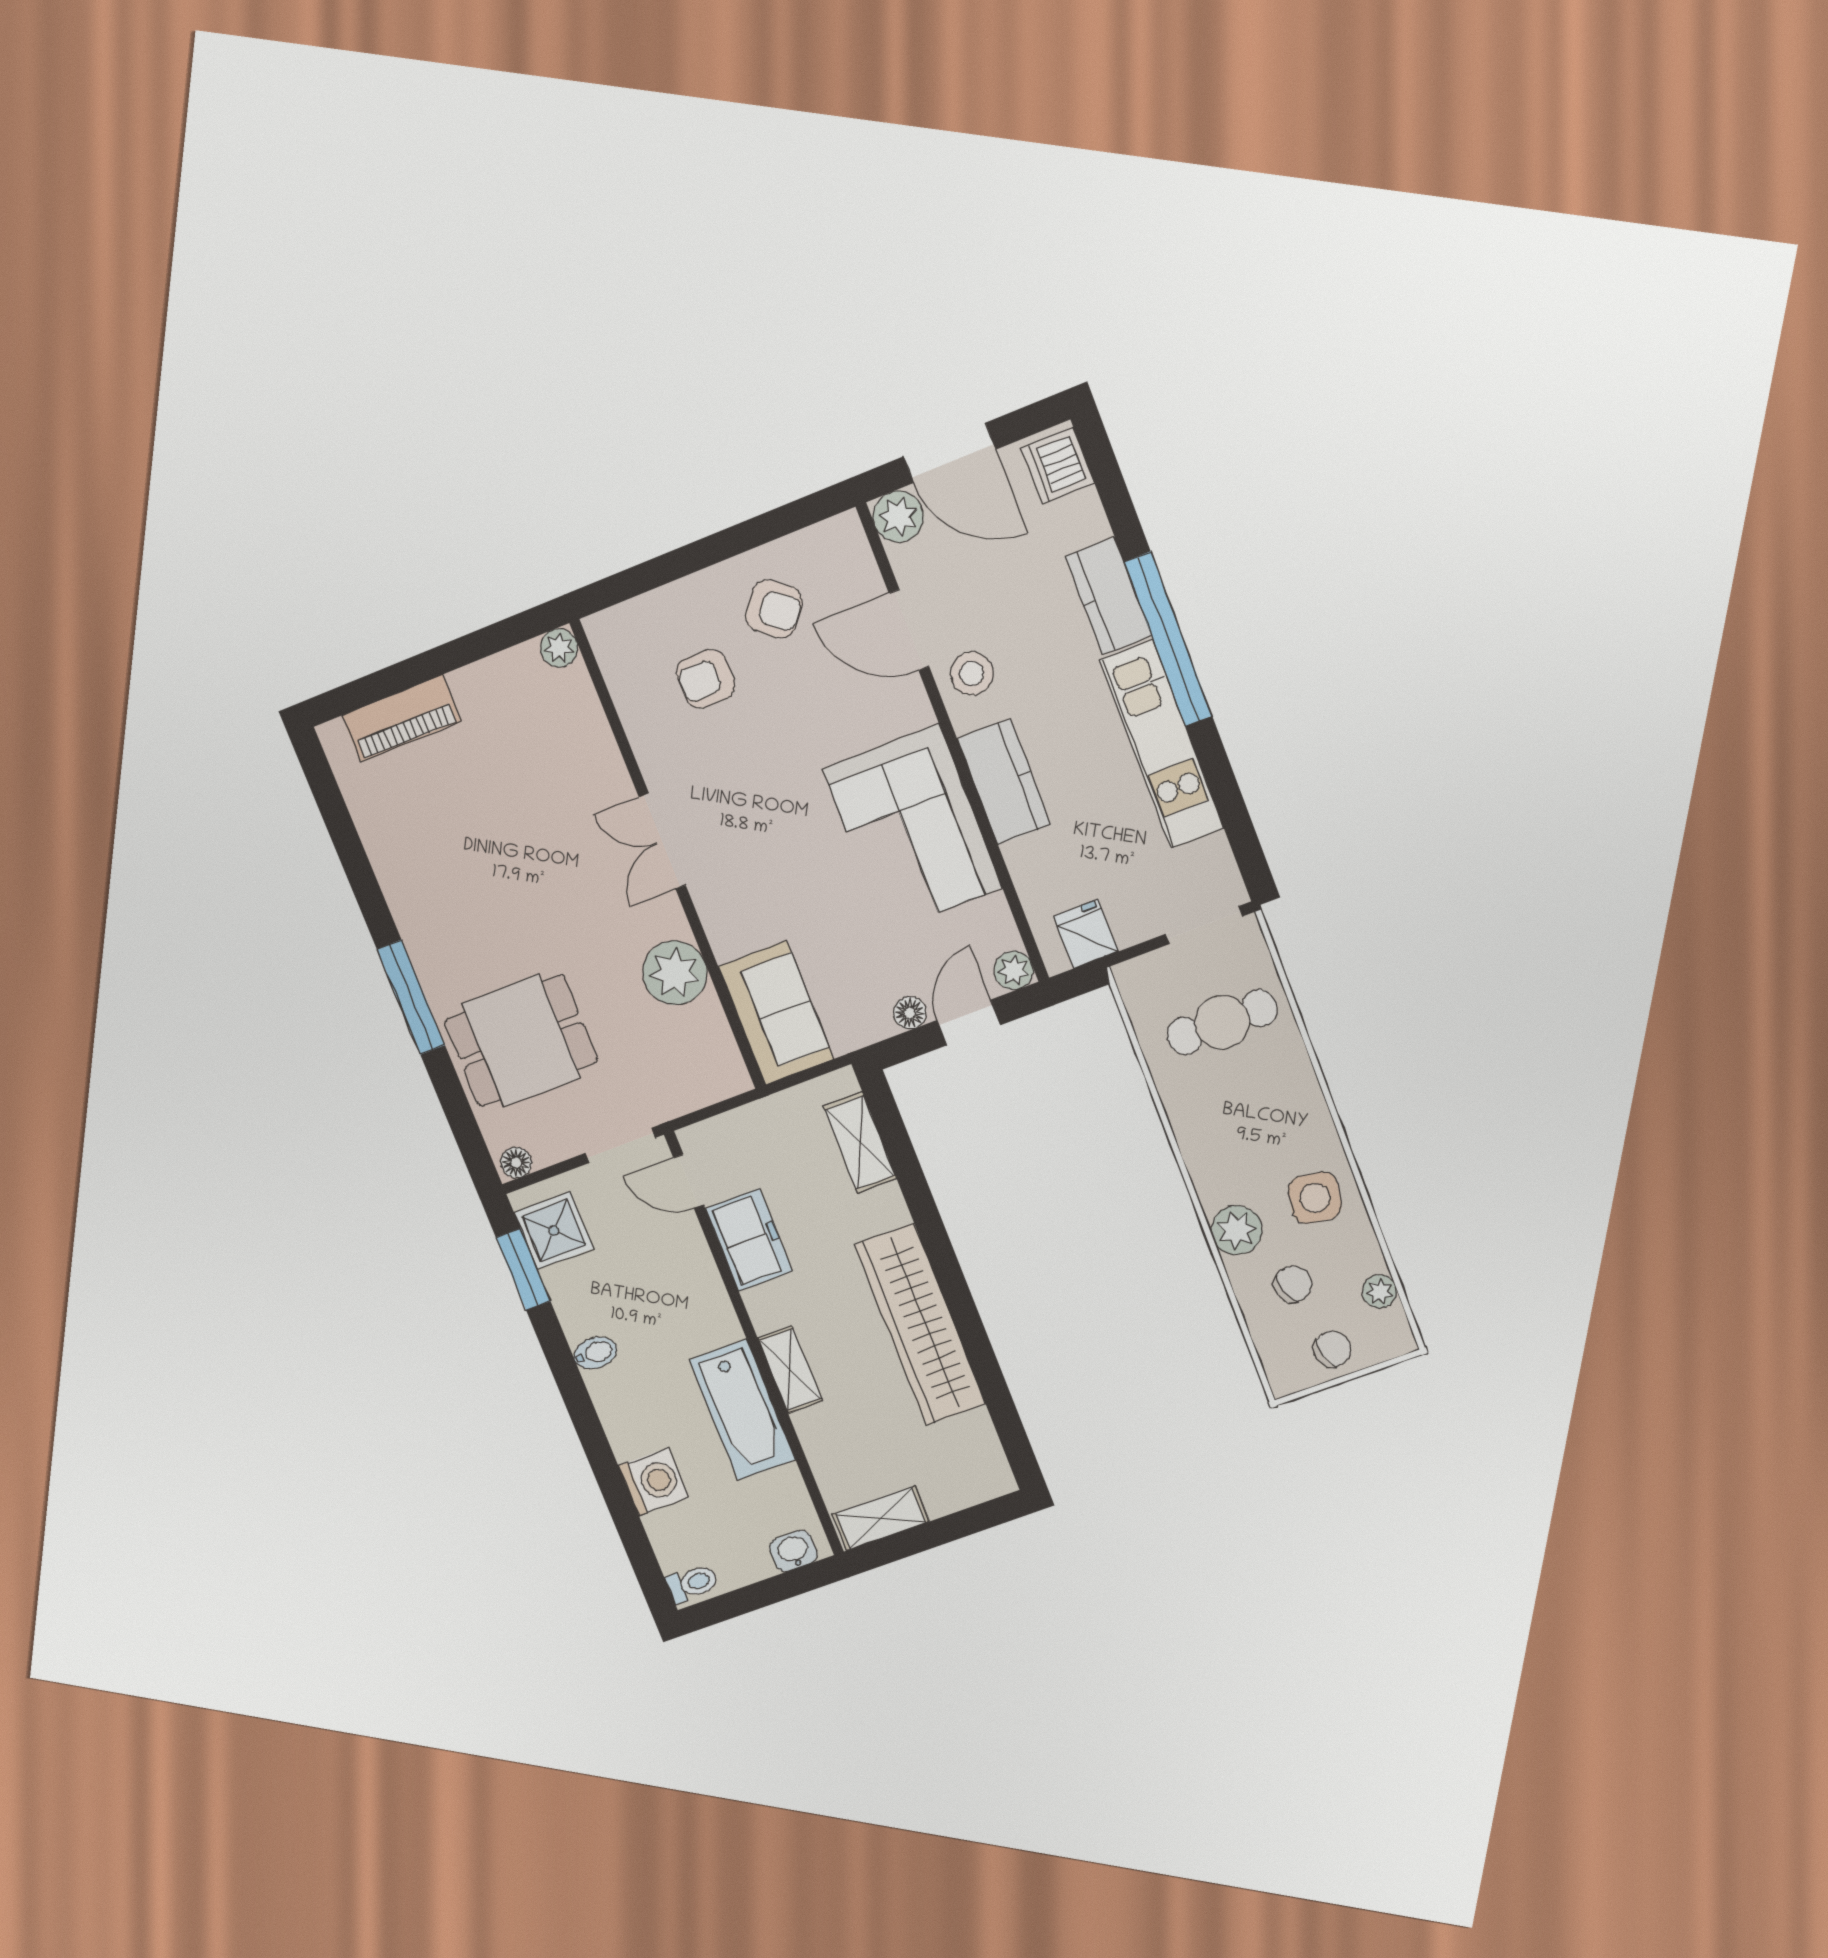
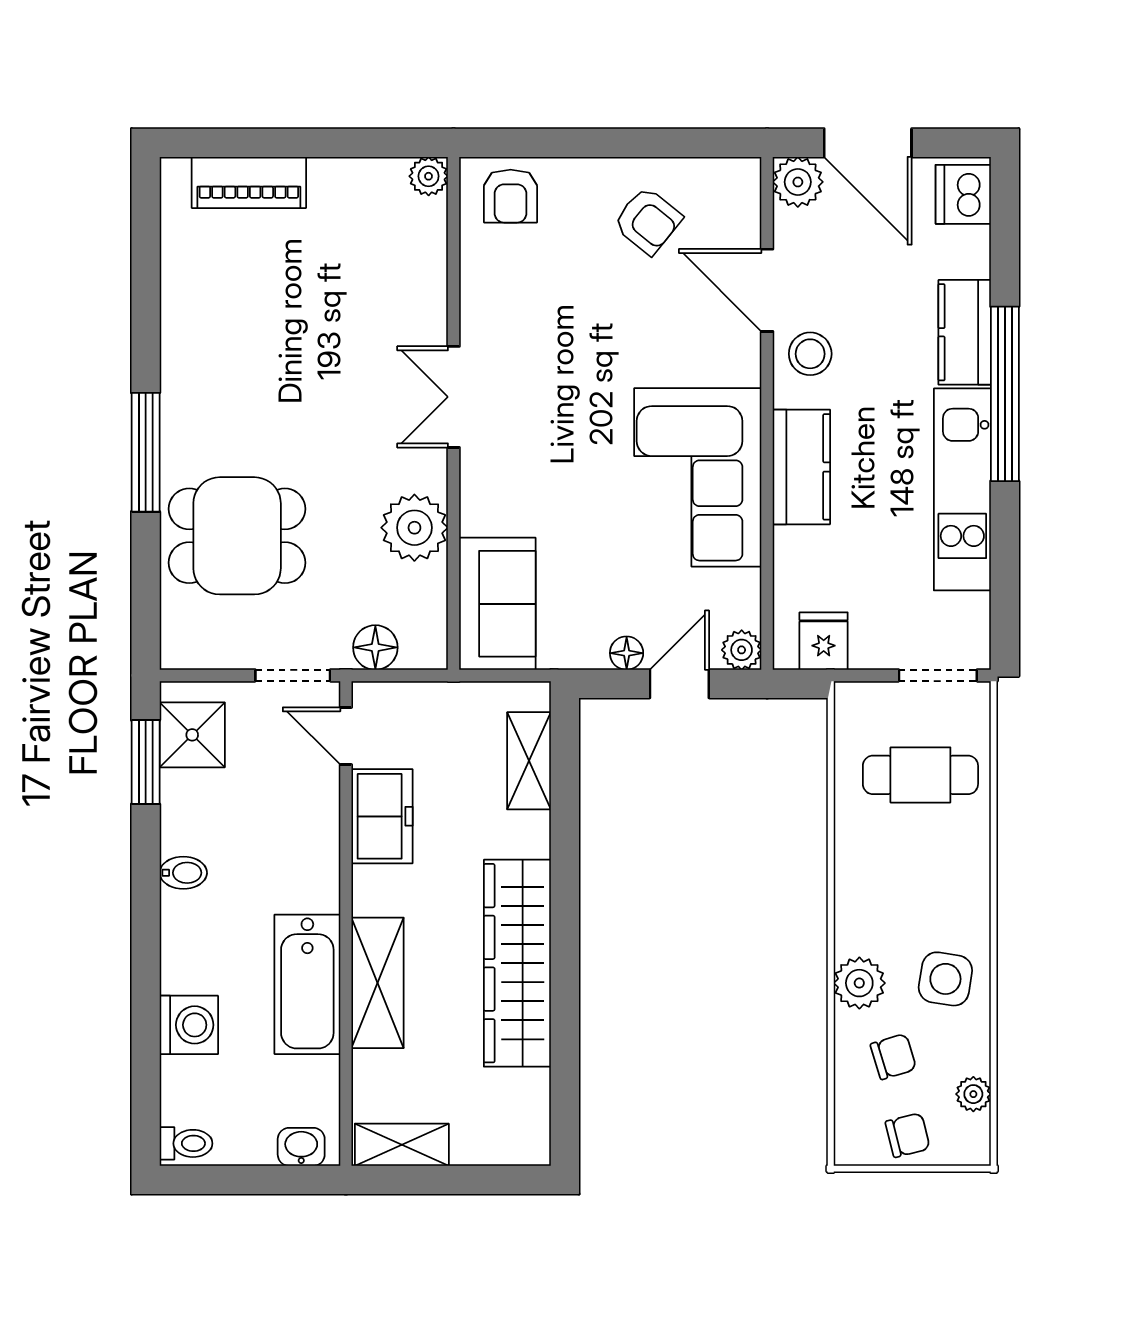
armchair: (705, 679) -> (511, 196), moved, turned -90
floor lamp: (516, 1163) -> (375, 647), moved, width x1.37, depth x1.37
shelving: (790, 1370) -> (378, 983), width x1.50, depth x1.33

